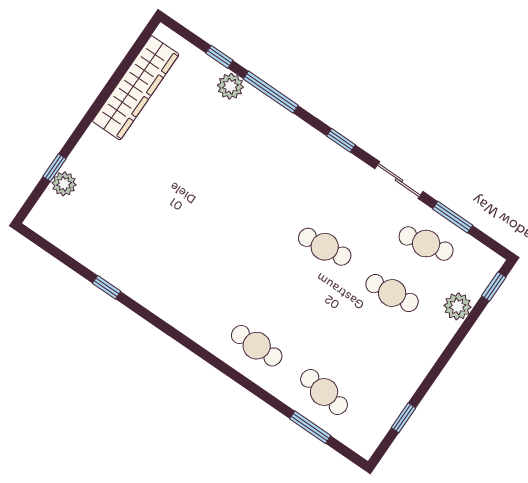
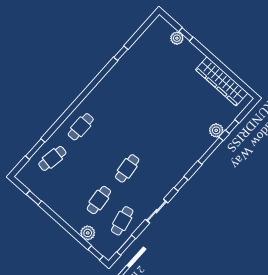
window: (453, 217) -> (126, 245), moved

